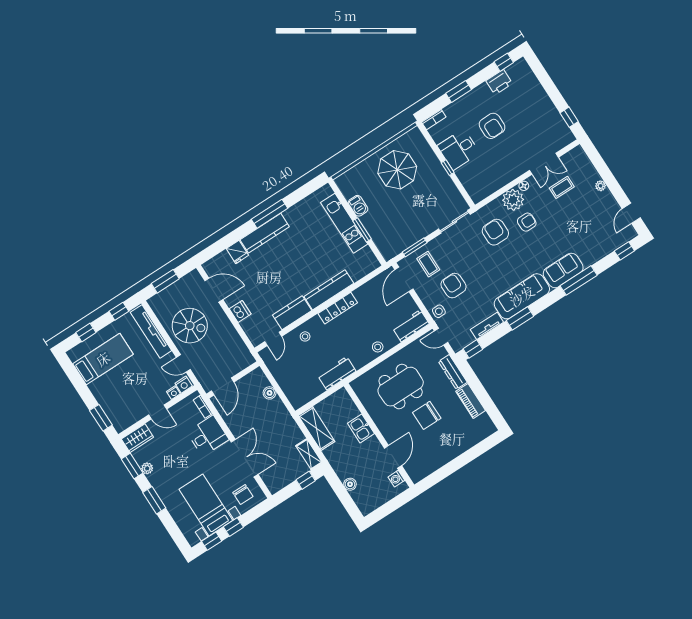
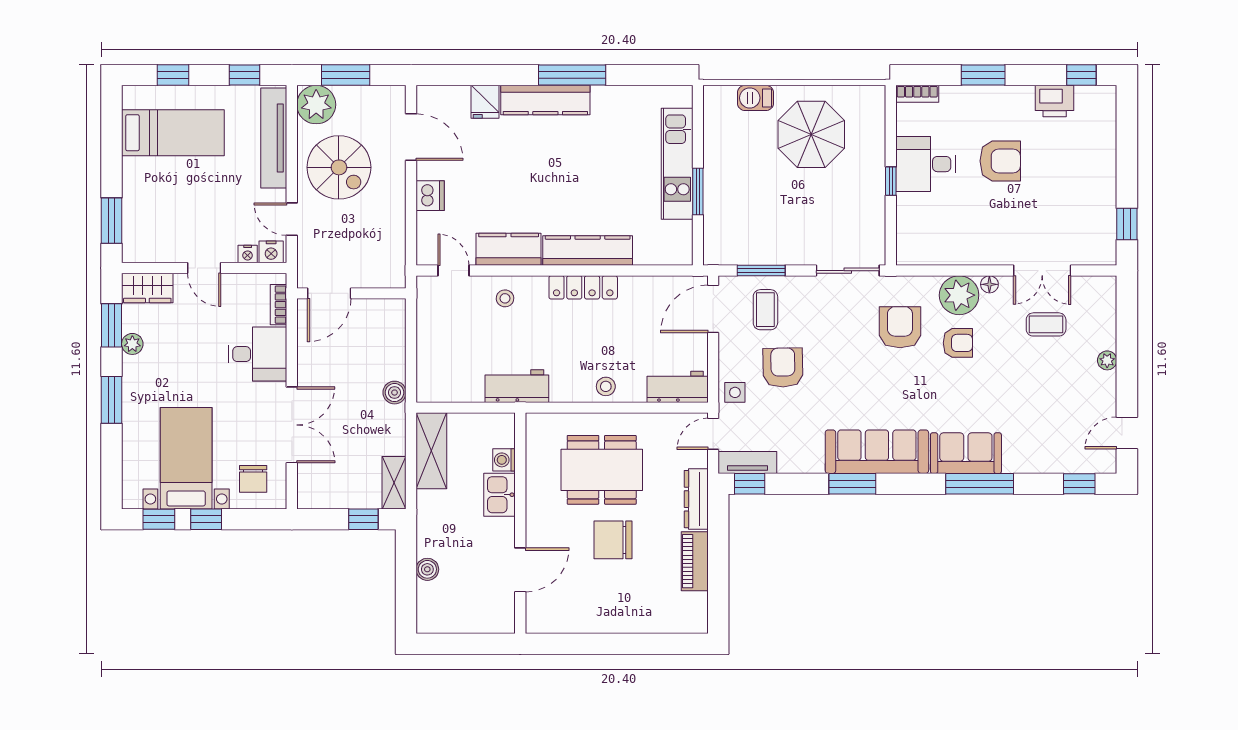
armchair: (492, 126) -> (1000, 161), turned -90
barbecue: (358, 206) -> (755, 98), moved, turned 90
plant: (161, 303) -> (316, 105), added
tv unit: (487, 326) -> (747, 462), moved
door: (441, 337) -> (713, 434), hinge flipped
door: (273, 339) -> (453, 271), swing flipped
boiler: (270, 393) -> (395, 393), moved
washing machine: (396, 479) -> (504, 460), moved

